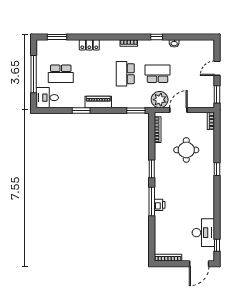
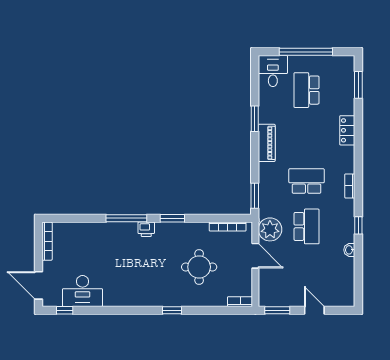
printer: (160, 205) -> (146, 229), moved

